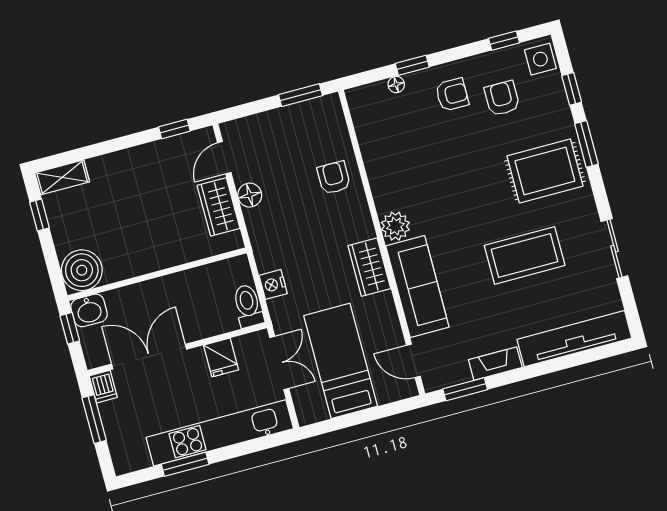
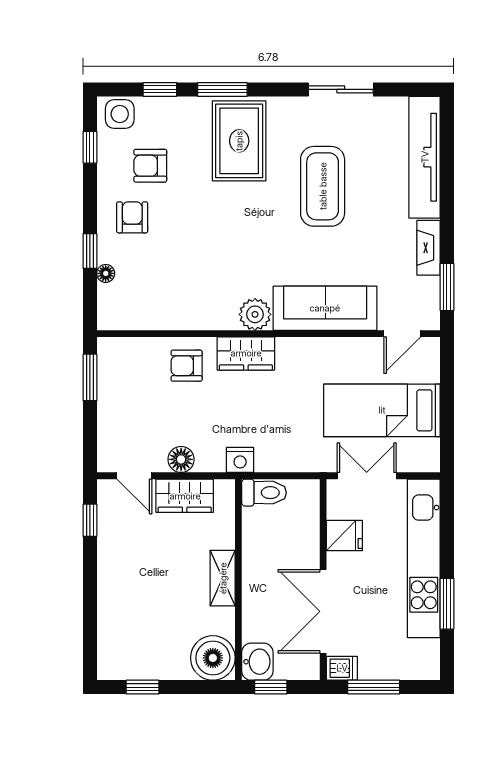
shelving: (62, 177) -> (223, 578), moved
wardrobe: (369, 267) -> (246, 353), moved
nightstand: (273, 284) -> (240, 460), moved
toilet: (248, 306) -> (264, 493), moved, turned 180

